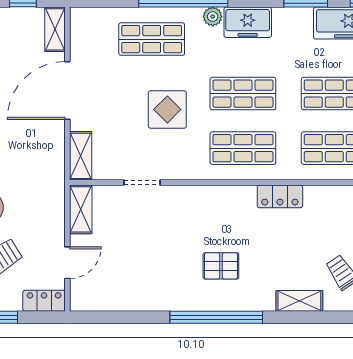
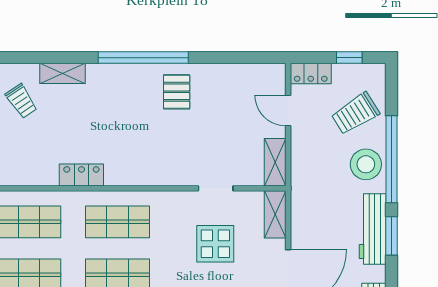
display table: (167, 109) -> (215, 244), moved
door: (67, 263) -> (288, 111), hinge flipped
pallet: (221, 266) -> (177, 92), moved, turned 90

